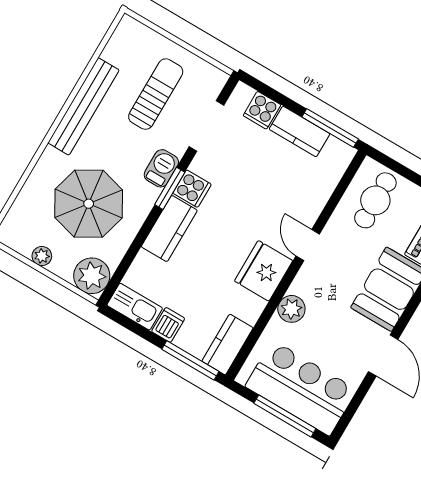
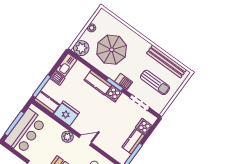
bench: (83, 106) -> (167, 62), moved
fridge: (264, 271) -> (67, 113), moved
plant: (291, 309) -> (67, 137), moved

